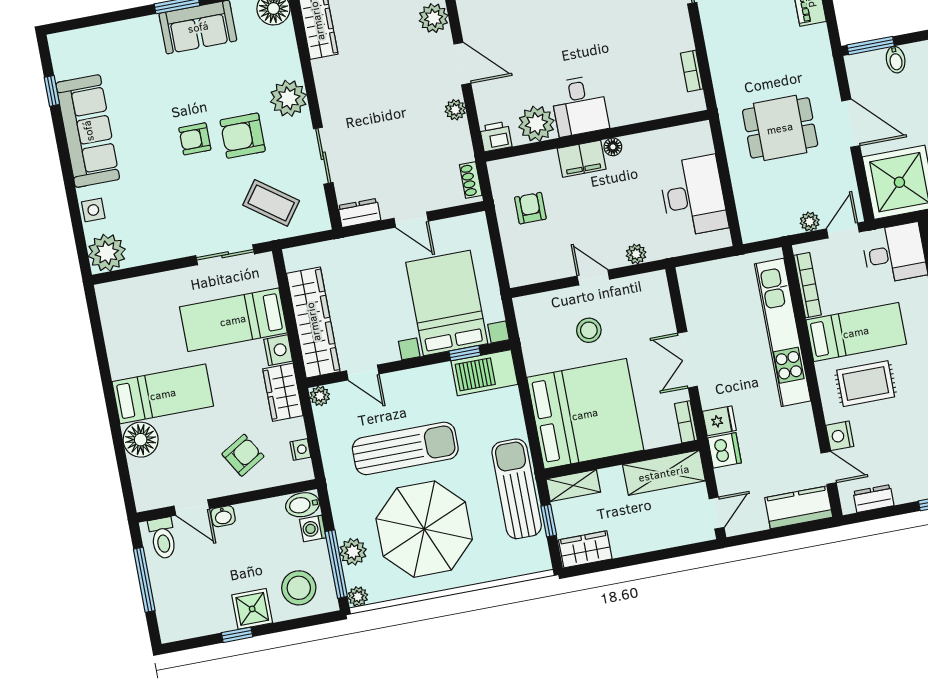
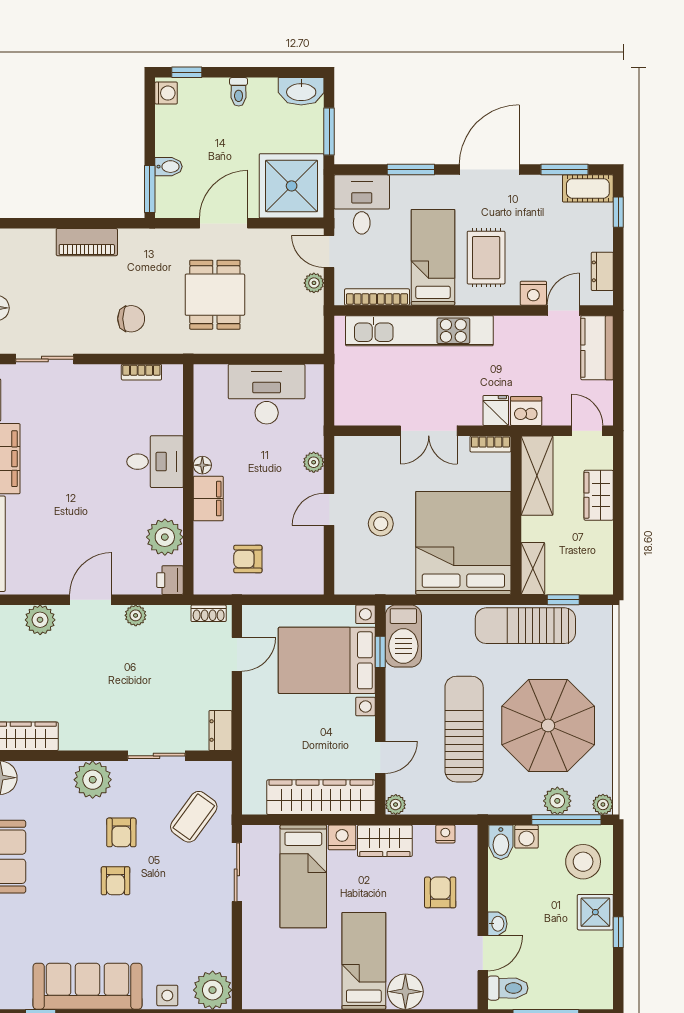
chair: (742, 51) -> (131, 319), added
desk: (580, 106) -> (155, 462), moved
armchair: (243, 136) -> (121, 832), width x0.72, depth x0.72
door: (411, 220) -> (237, 654), moved
armchair: (243, 455) -> (440, 892), turned 31
wardrobe: (585, 549) -> (599, 495), moved

